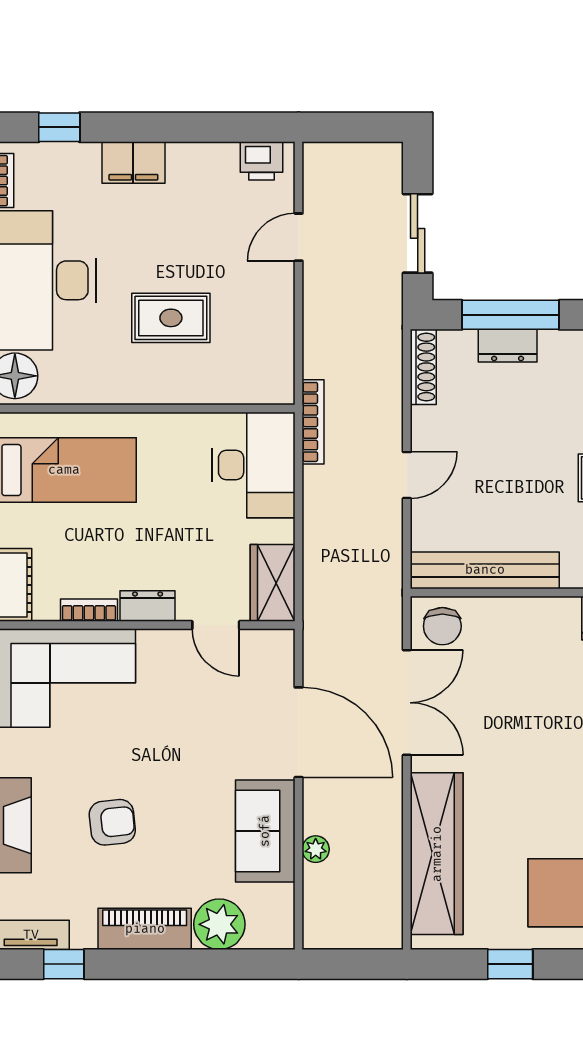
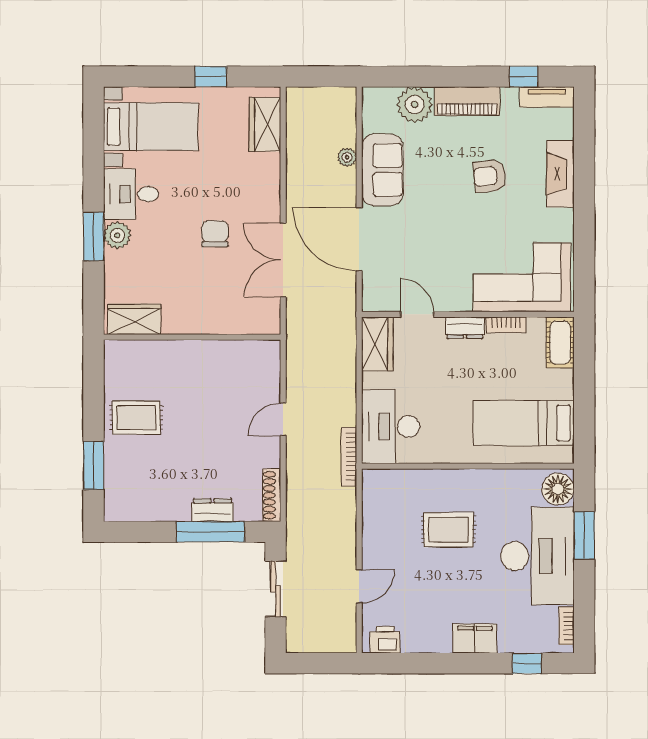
bench: (485, 570) -> (228, 353), removed
chair: (442, 626) -> (215, 234), moved
wardrobe: (437, 854) -> (265, 124), width x0.48, depth x0.85

